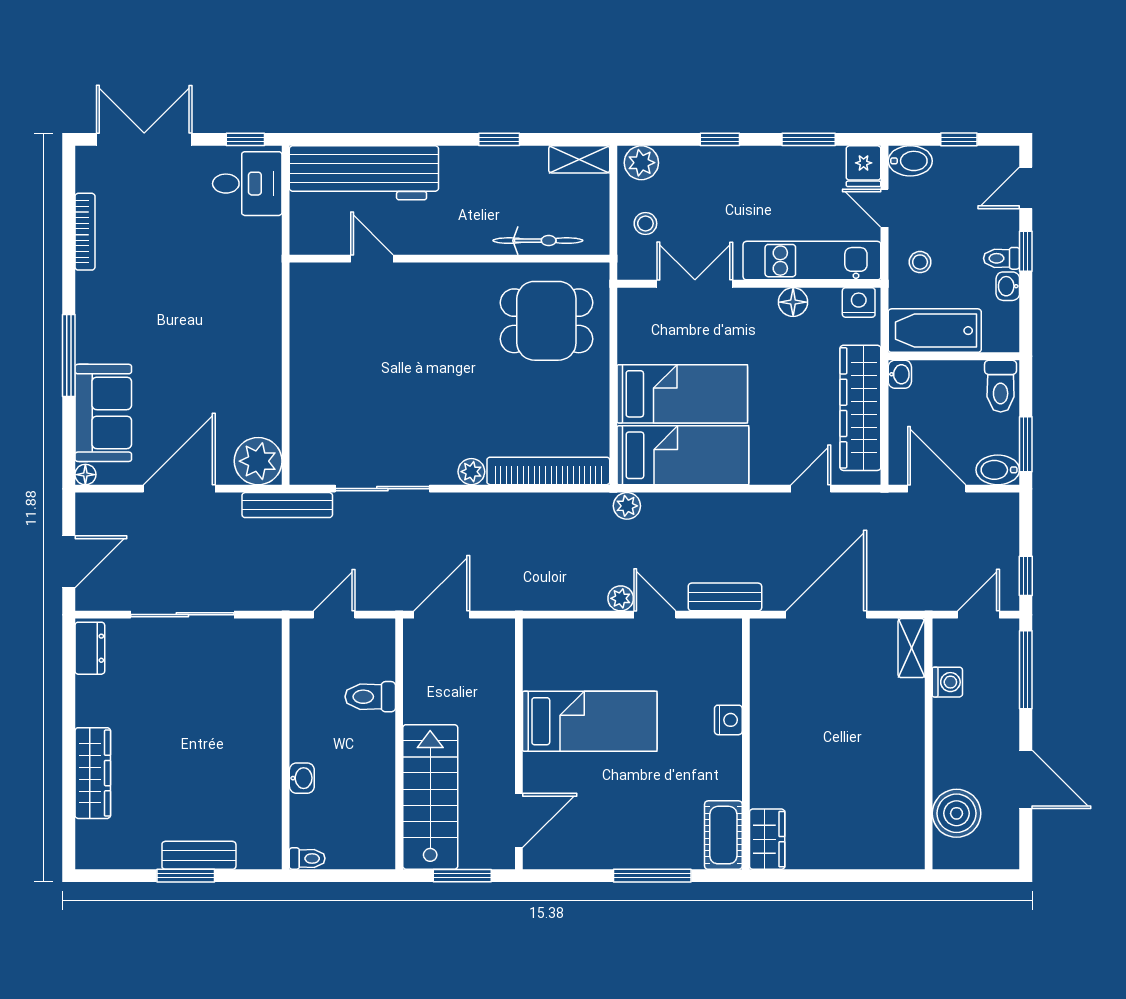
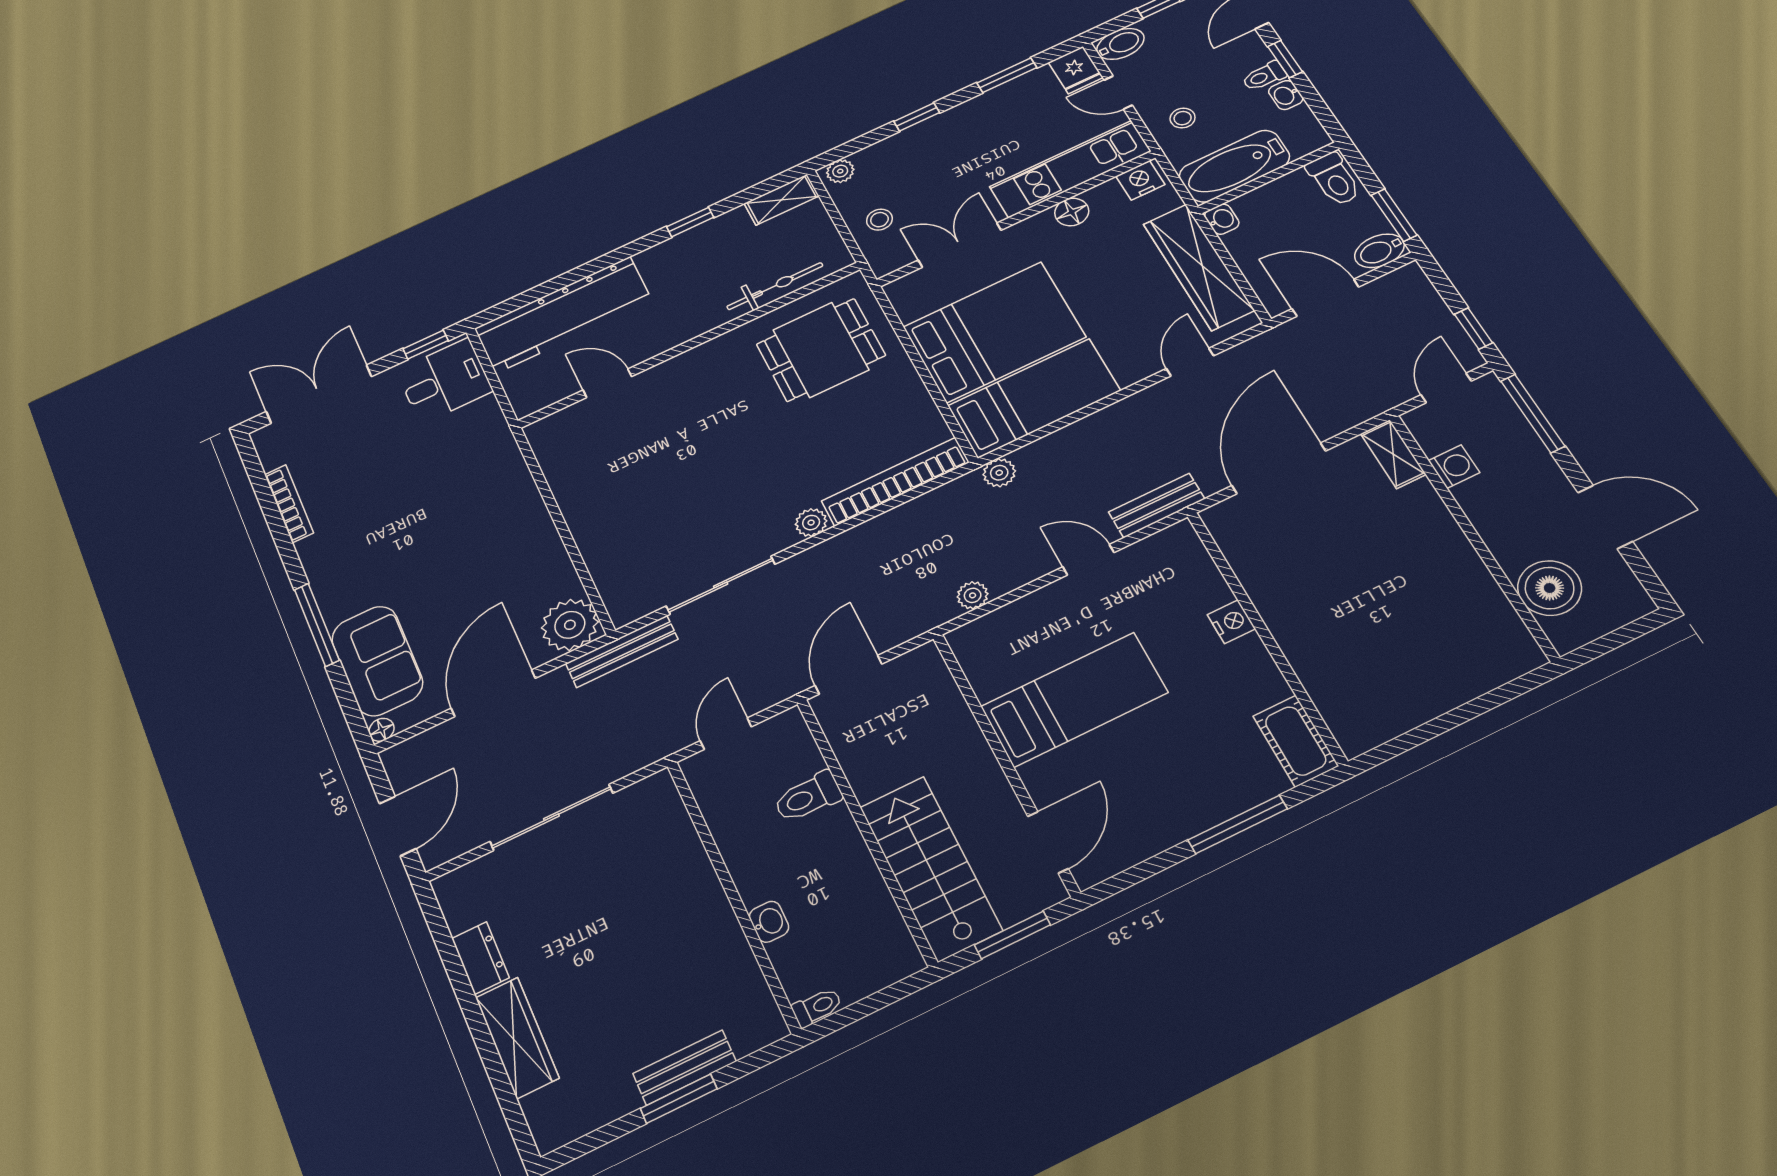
plant: (641, 163) -> (840, 171), width x0.73, depth x0.73
bed: (682, 394) -> (994, 332), width x1.50
plant: (621, 598) -> (973, 595), moved
dresser: (90, 648) -> (480, 958), moved
wardrobe: (767, 839) -> (1349, 720), removed

